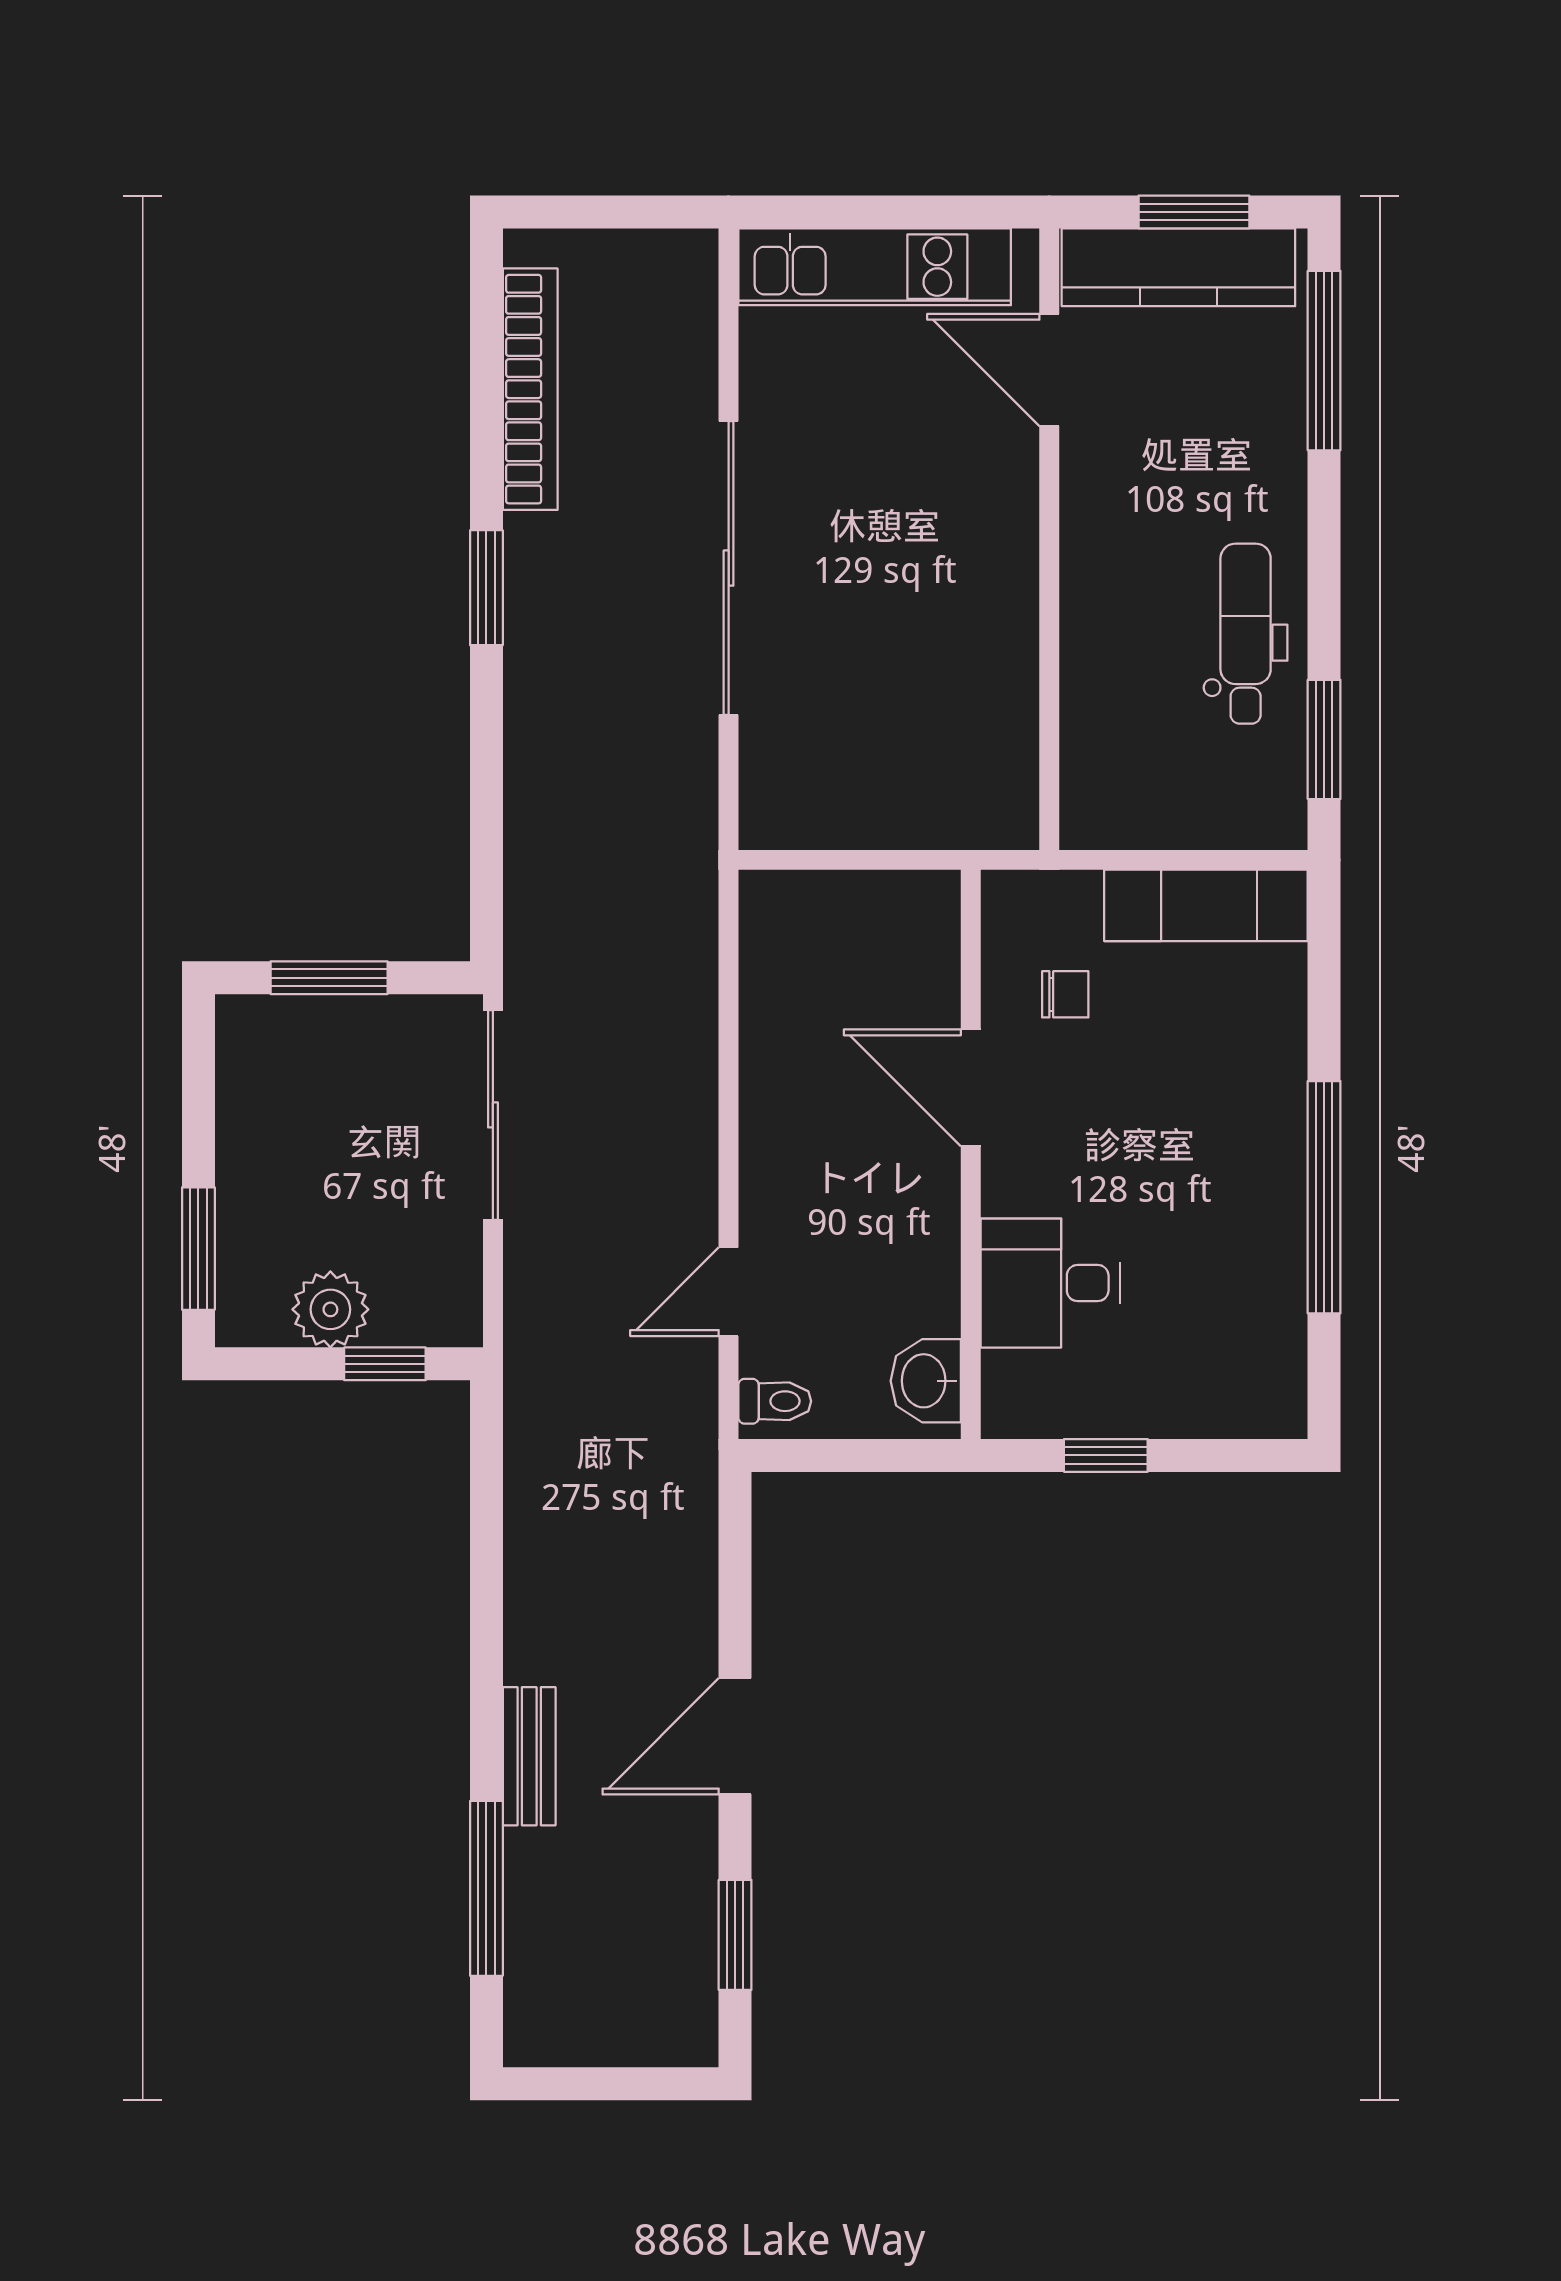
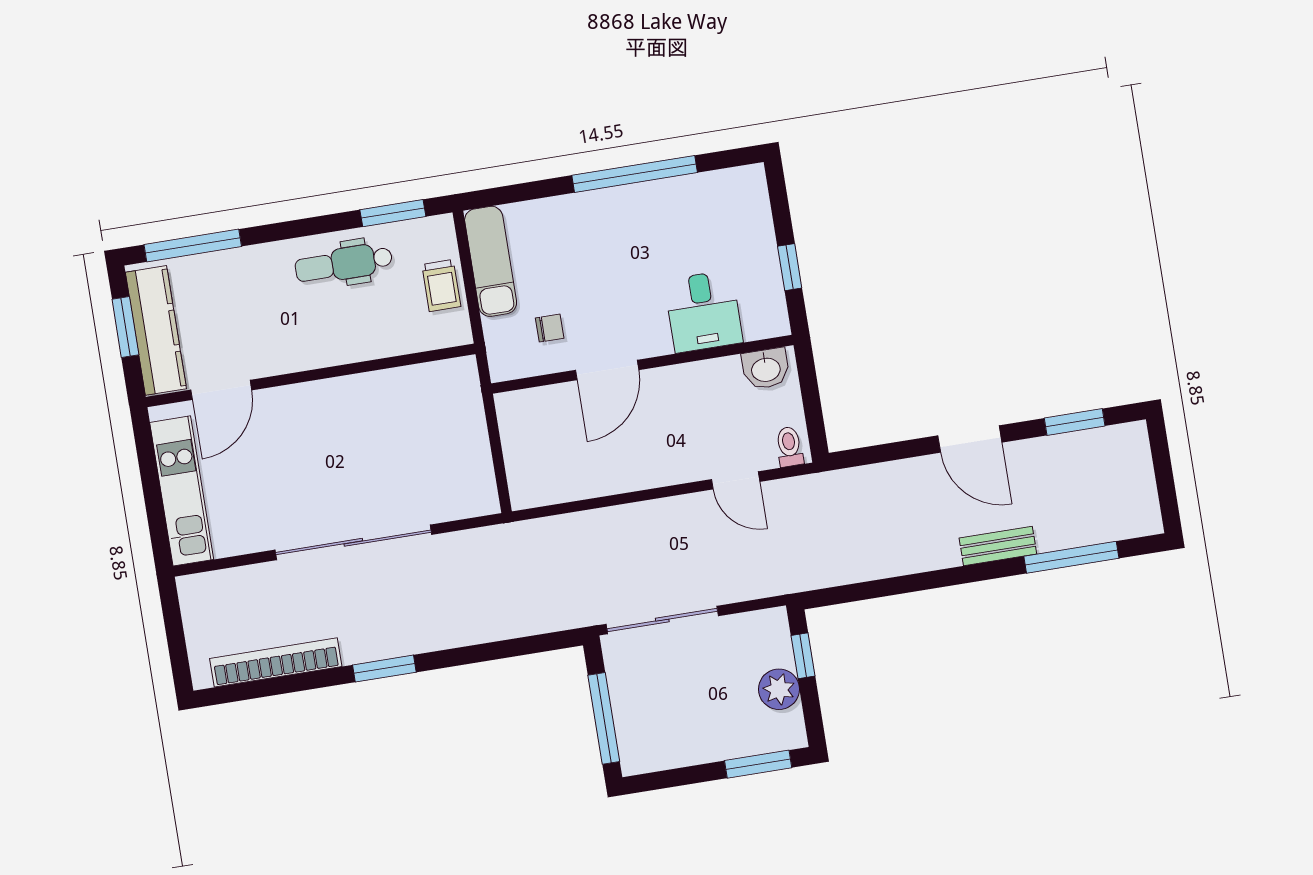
trolley: (1176, 807) -> (441, 285), added
window: (329, 978) -> (604, 718), width x1.44
chair: (1065, 994) -> (550, 328), turned 90

